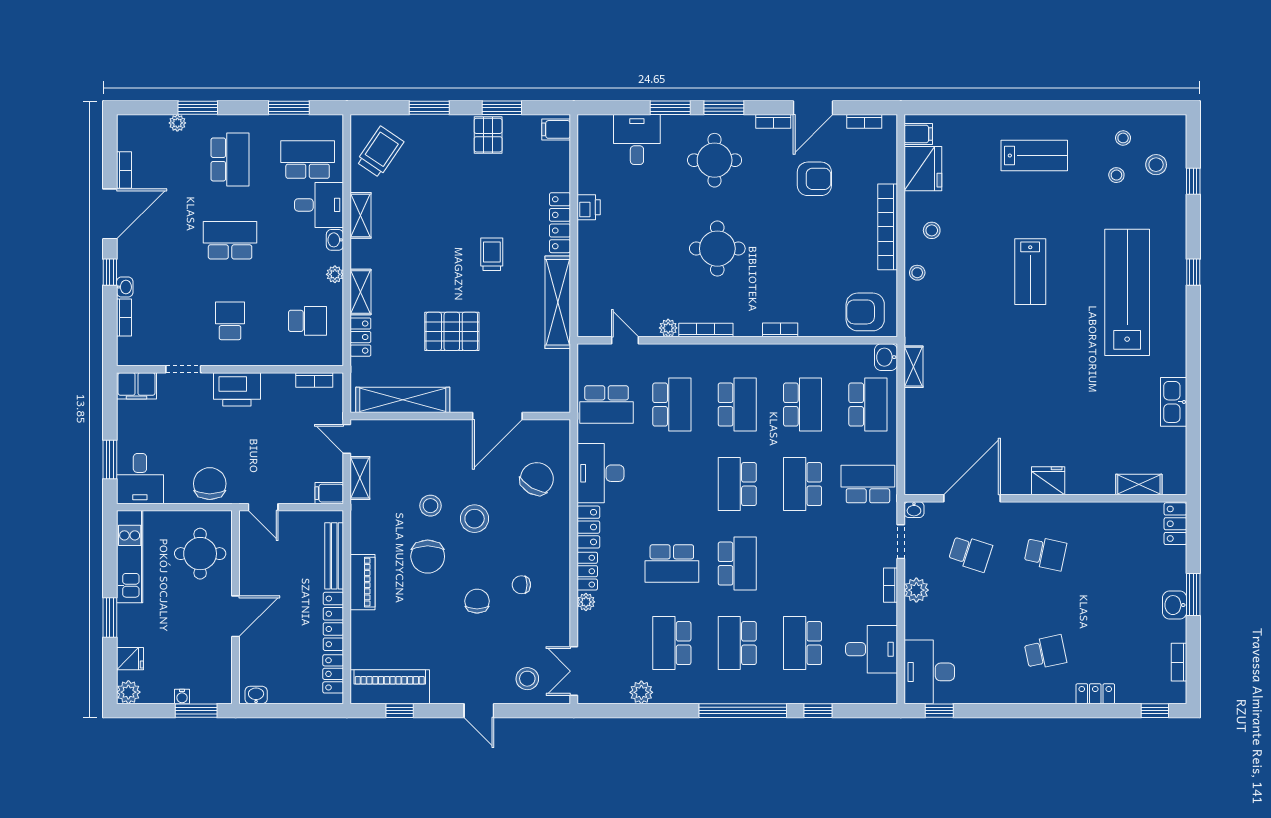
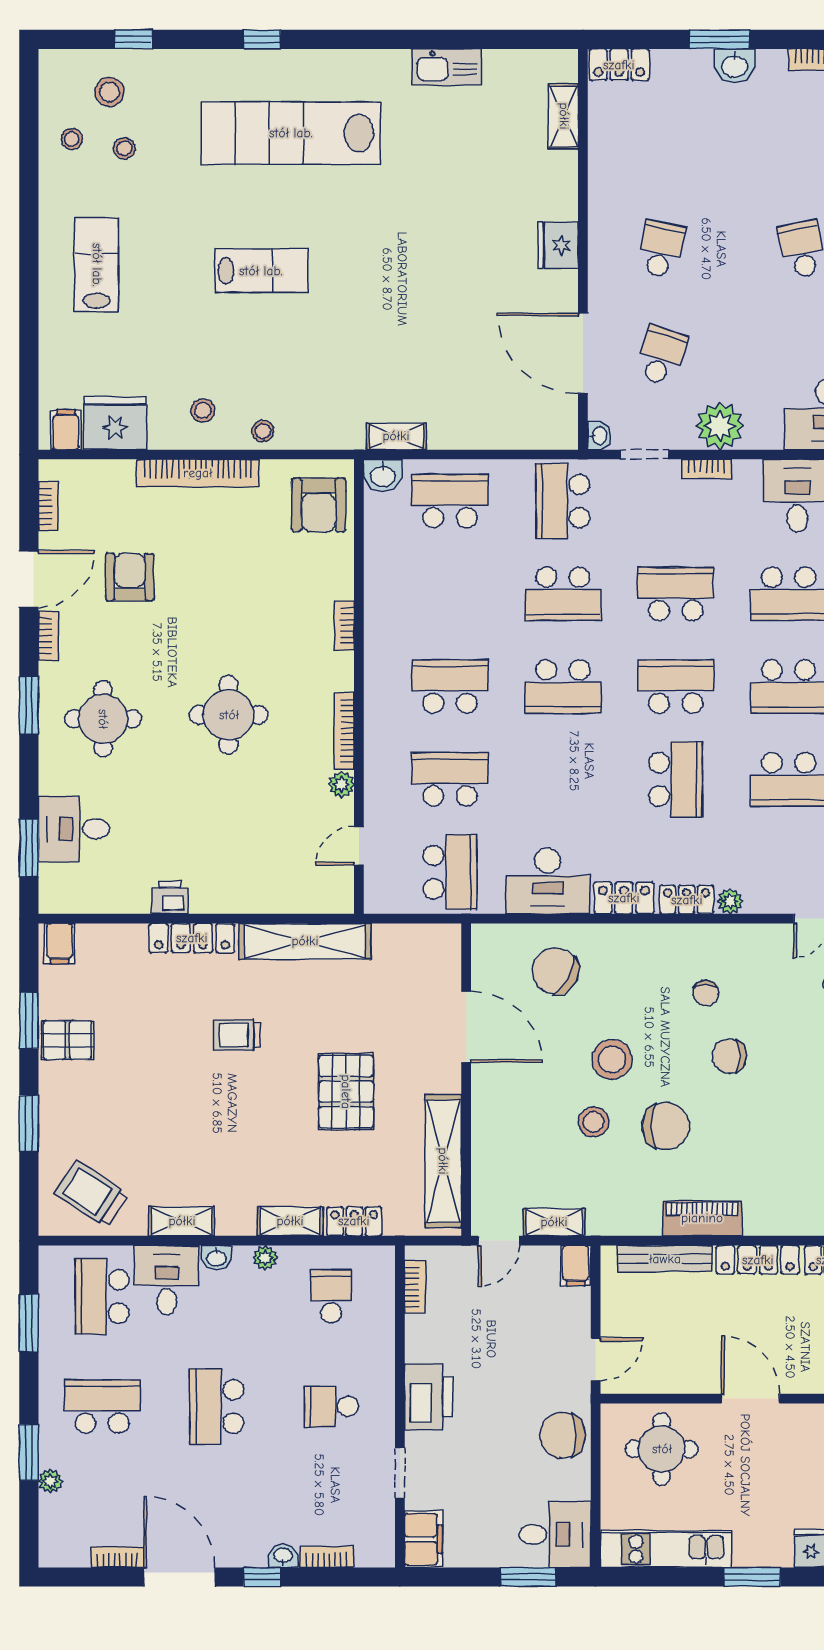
window: (670, 108) -> (29, 848), moved
door: (813, 108) -> (29, 579), hinge flipped
school desk: (803, 405) -> (676, 594), moved
plant: (916, 590) -> (720, 426), width x1.36, depth x1.36

